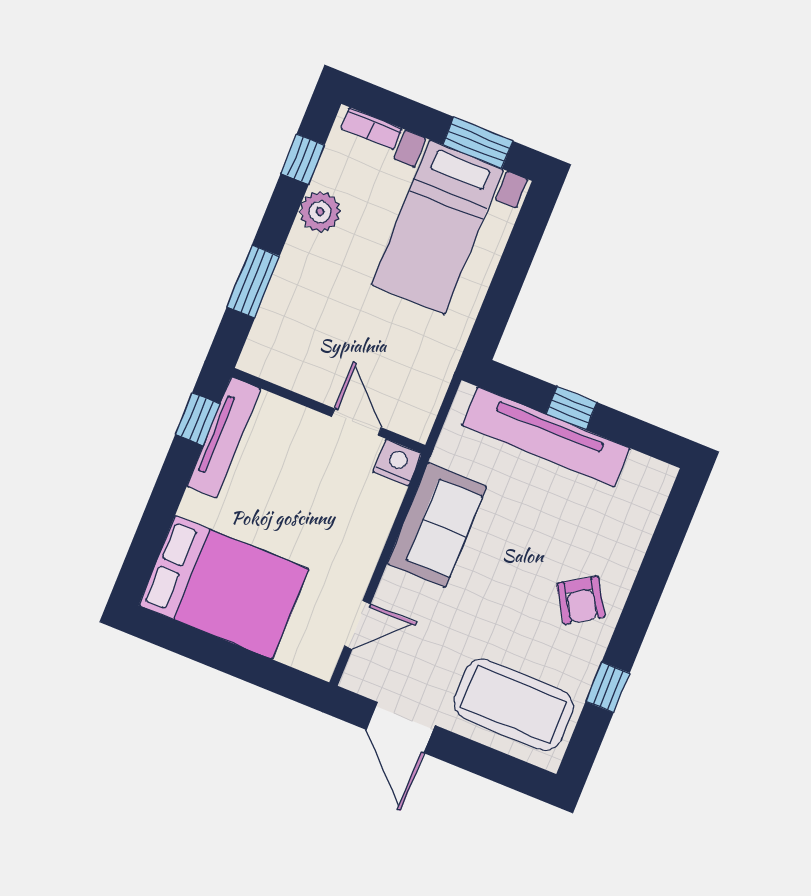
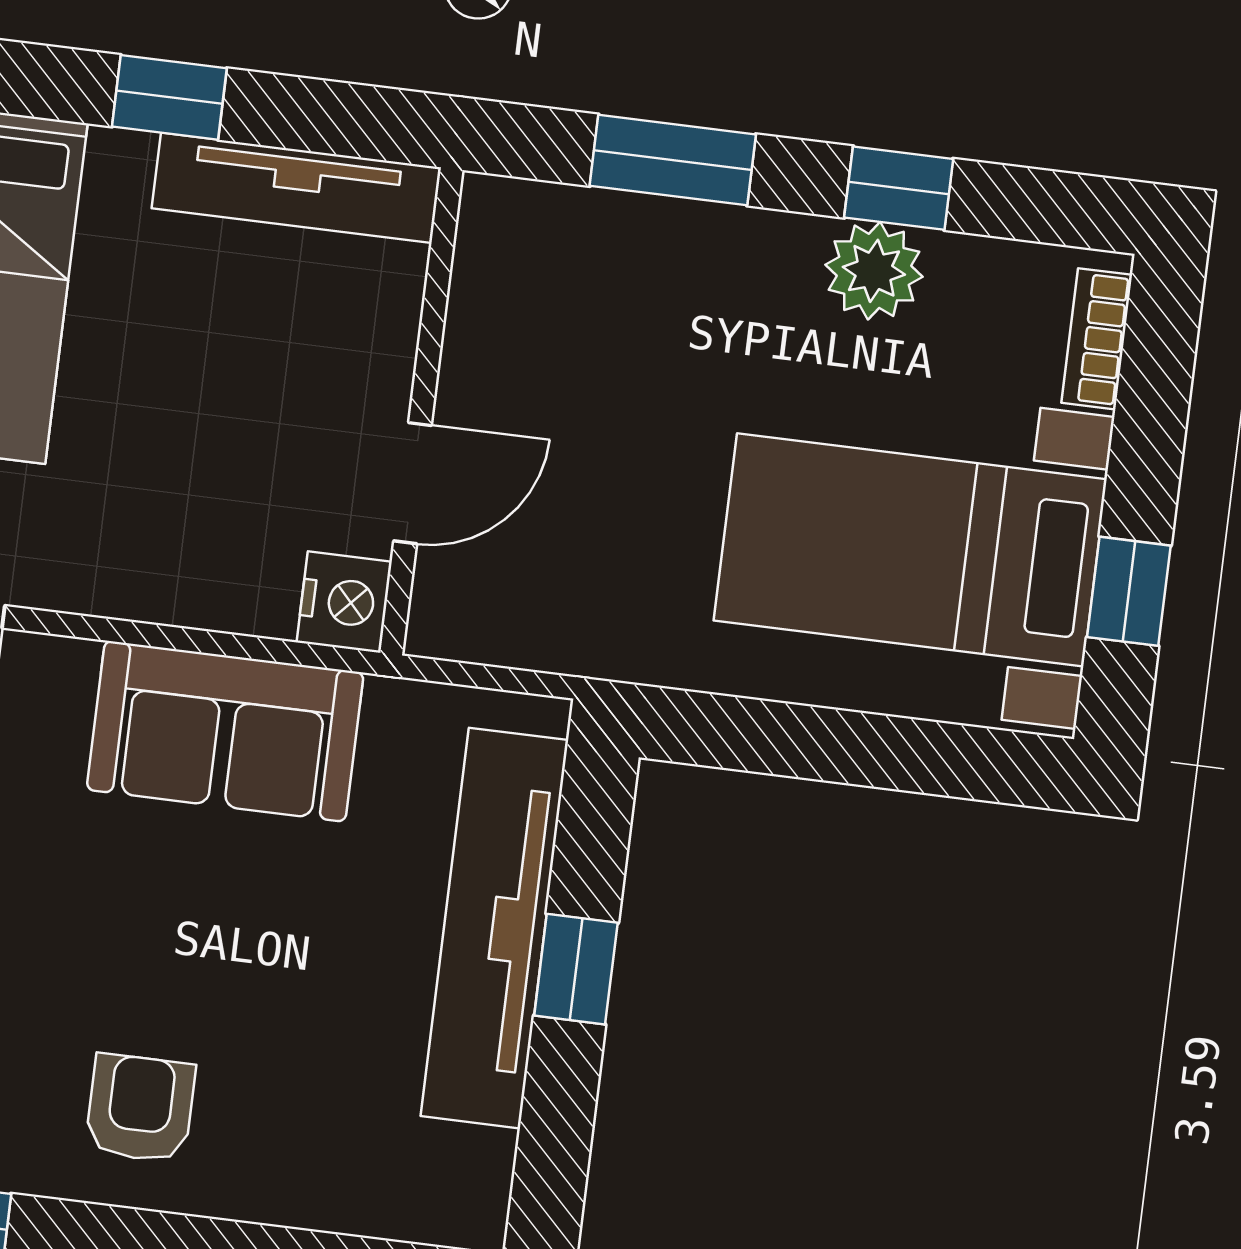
window: (478, 143) -> (1129, 591), width x0.67
window: (303, 159) -> (899, 188), moved
window: (198, 419) -> (169, 97), moved
armchair: (581, 600) -> (140, 1108), turned 122

